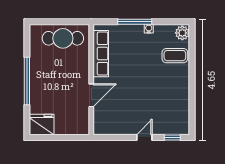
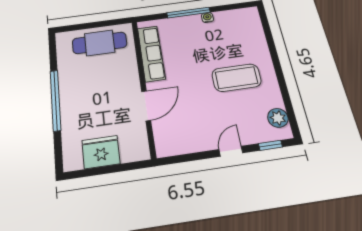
plant: (182, 33) -> (278, 118), moved
coffee table: (175, 56) -> (237, 78), moved, width x1.36, depth x1.32
fridge: (42, 125) -> (101, 152), moved

